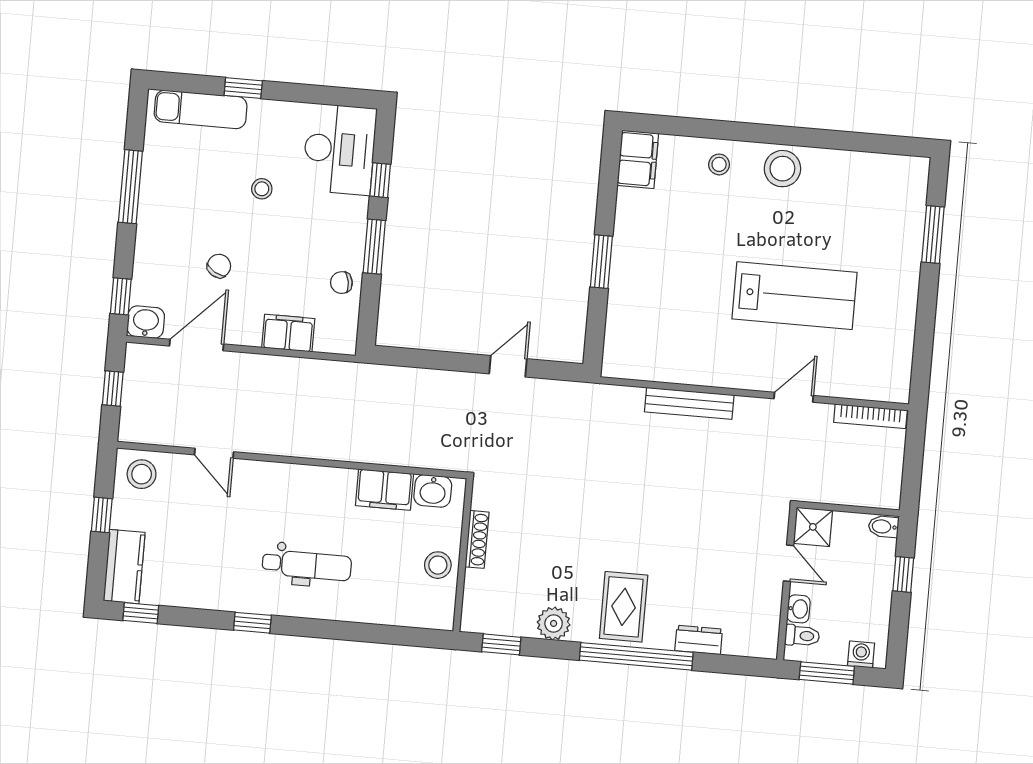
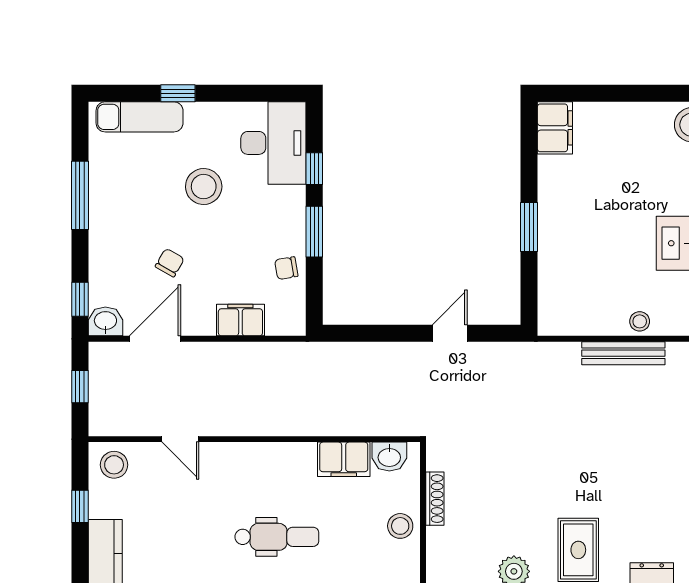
stool: (719, 164) -> (640, 321), moved
stool: (262, 189) -> (204, 187), width x1.89, depth x1.89

